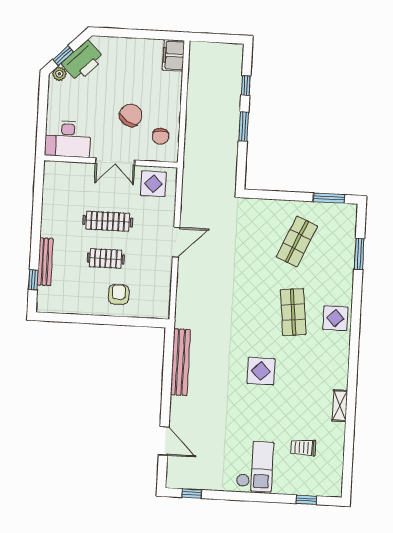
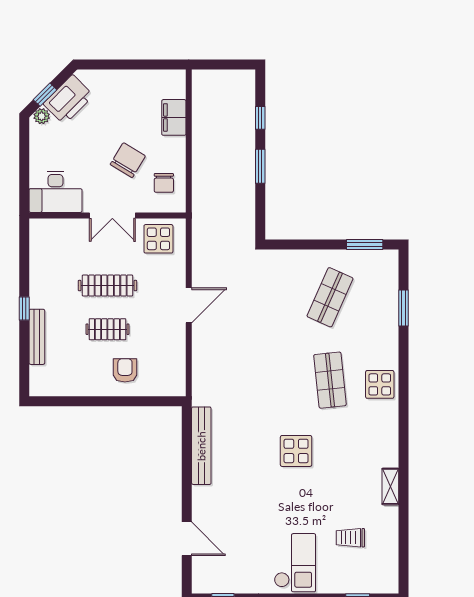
filing cabinet: (173, 55) -> (174, 117), moved
window: (33, 280) -> (24, 309), moved

